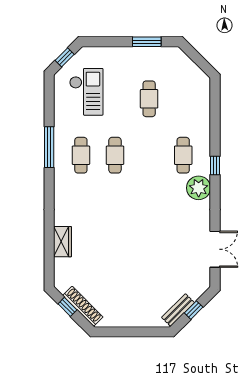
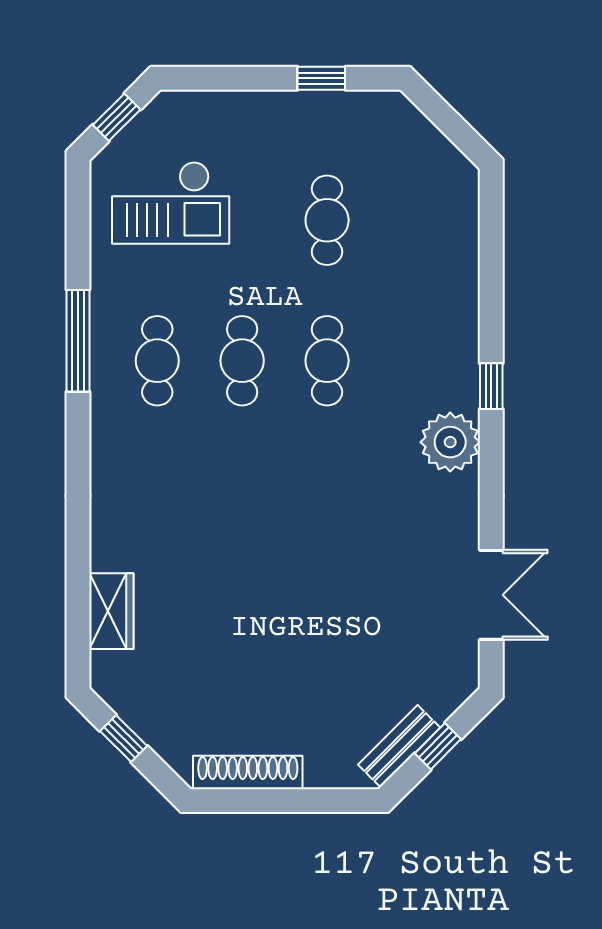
window: (147, 42) -> (321, 78), width x0.67
checkout: (86, 92) -> (171, 203), turned 90
cafe table: (183, 155) -> (327, 361), moved
wardrobe: (62, 242) -> (111, 611), moved
shoe rack: (83, 306) -> (248, 772), moved, turned -45

